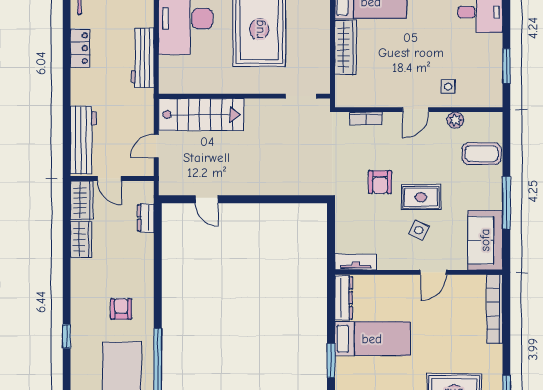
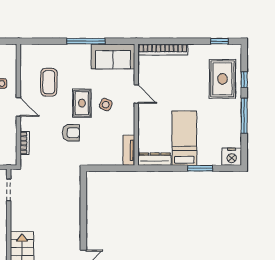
plant: (455, 120) -> (26, 78), removed
coffee table: (482, 154) -> (49, 82), moved

